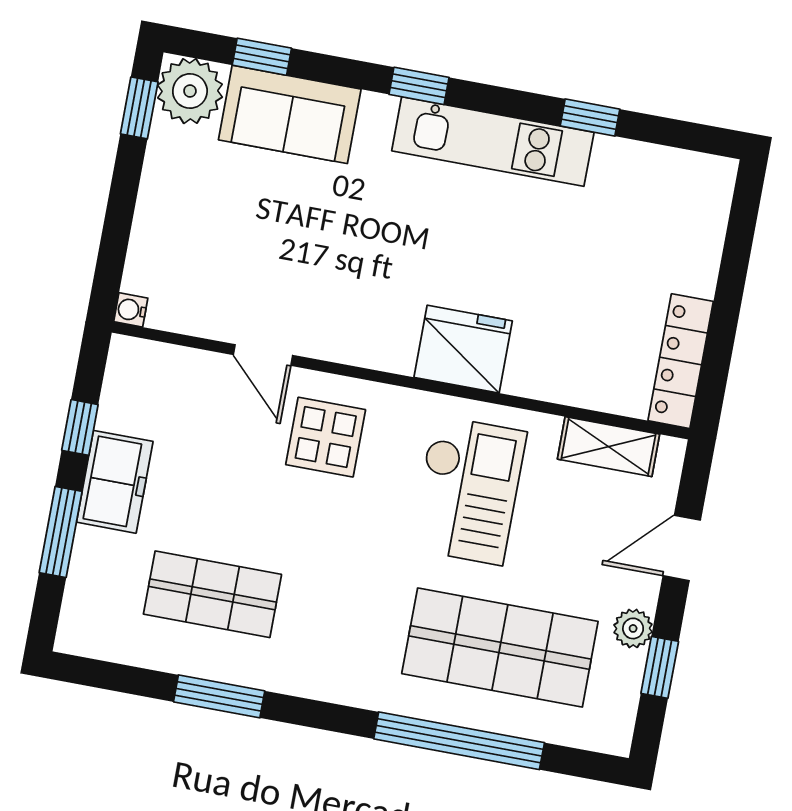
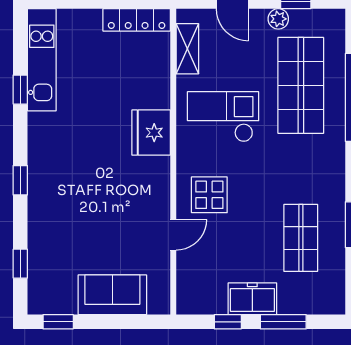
plant: (190, 91) -> (45, 297), removed
sofa: (290, 114) -> (112, 295), moved, turned -90
kitchen unit: (493, 142) -> (42, 60), moved
water cooler: (131, 310) -> (163, 307), removed

